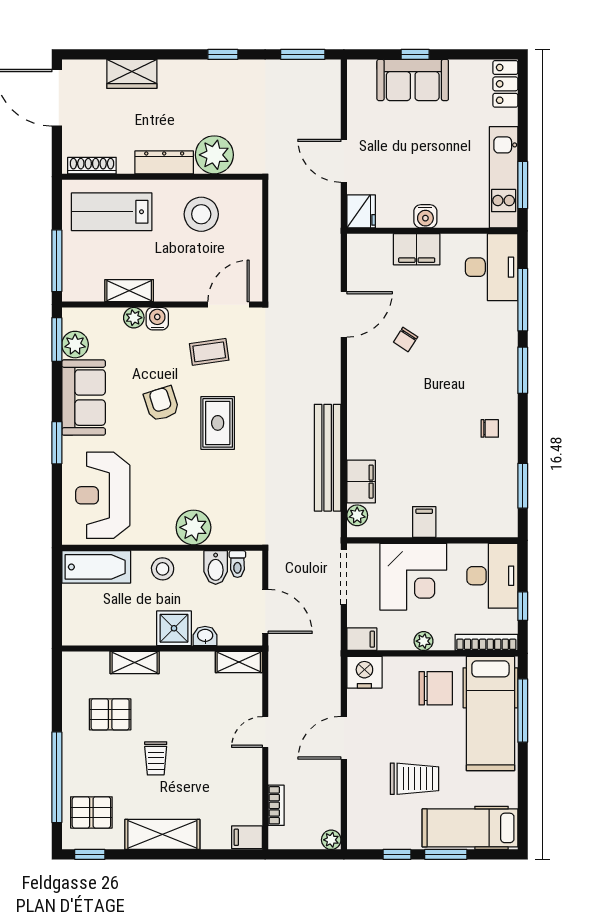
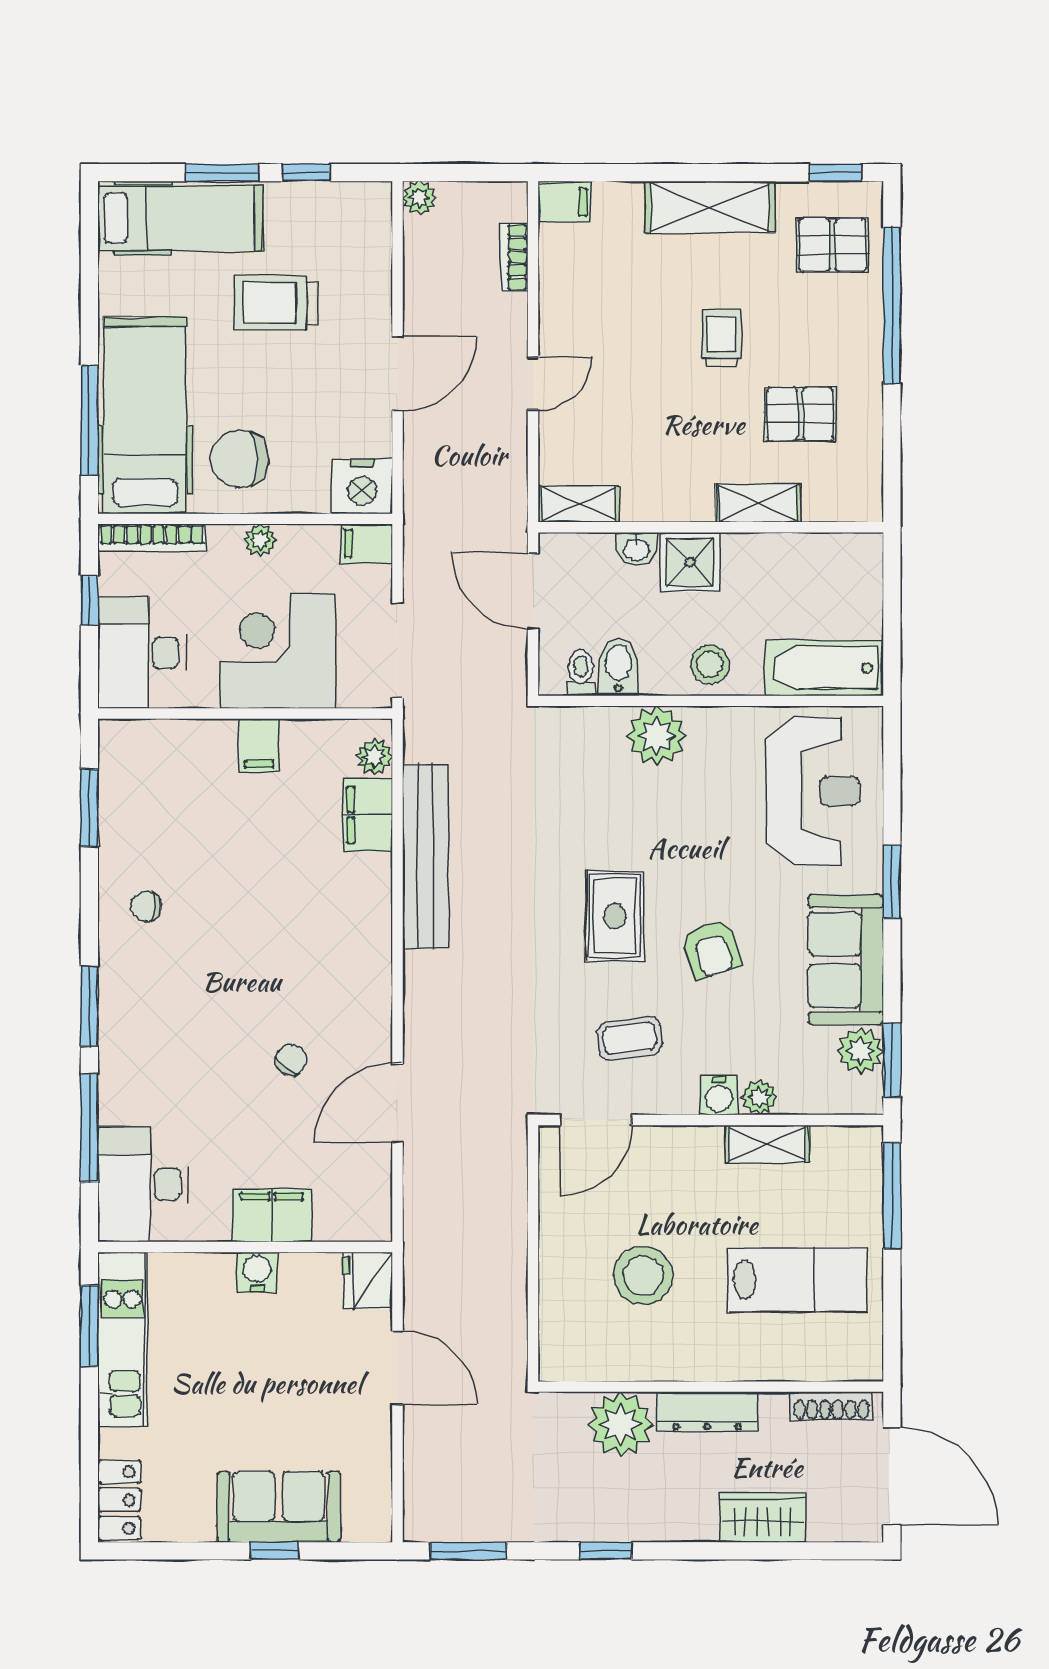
plant: (214, 155) -> (621, 1424), moved
dresser: (164, 162) -> (707, 1411), moved
shoe rack: (92, 166) -> (831, 1406), moved
wall: (162, 177) -> (711, 1387), moved

